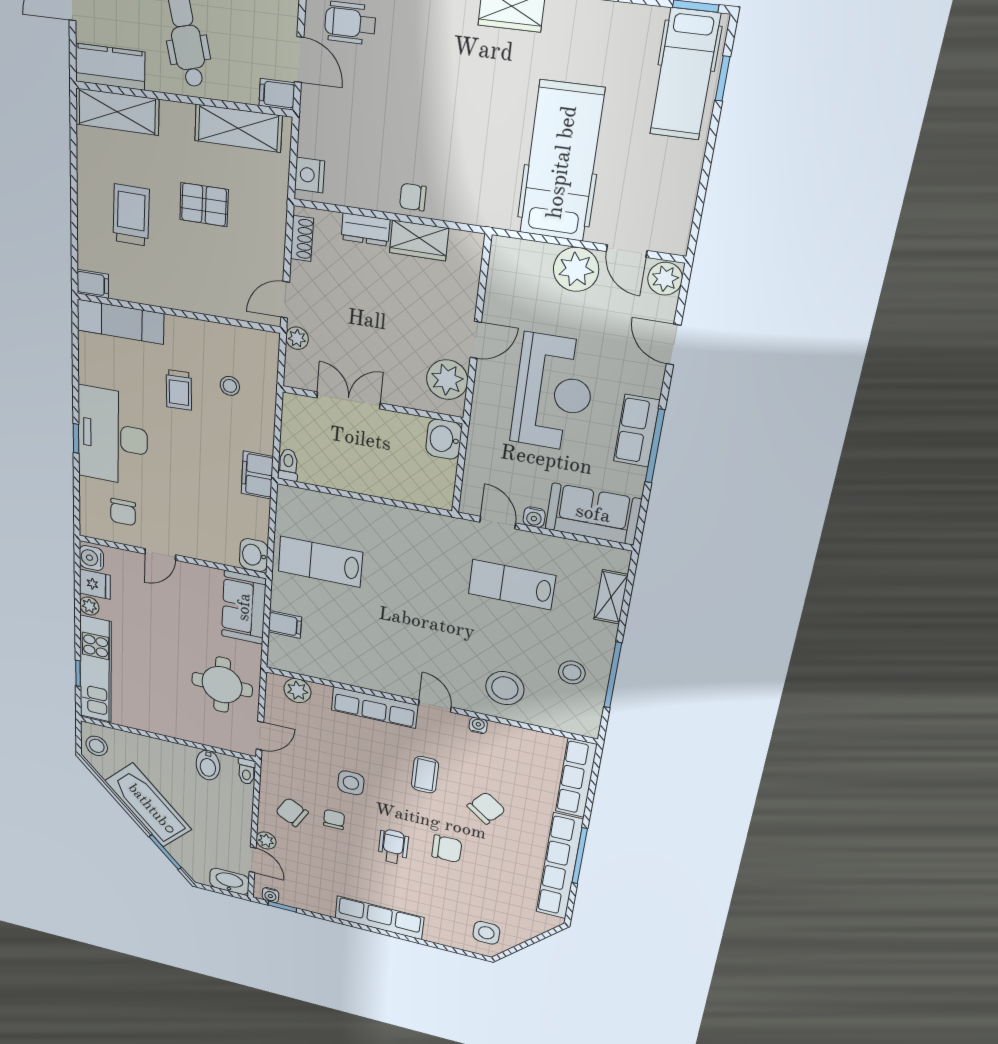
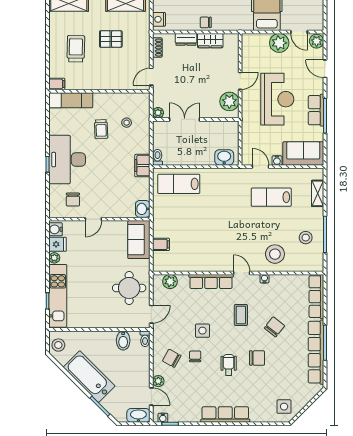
plant: (297, 338) -> (158, 113), moved
washbasin: (444, 439) -> (224, 157), moved, turned 90
lab bench: (320, 562) -> (179, 184), moved

